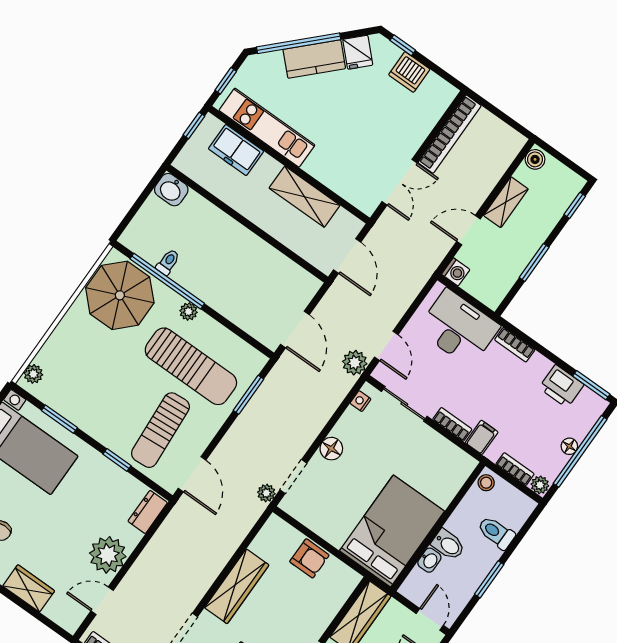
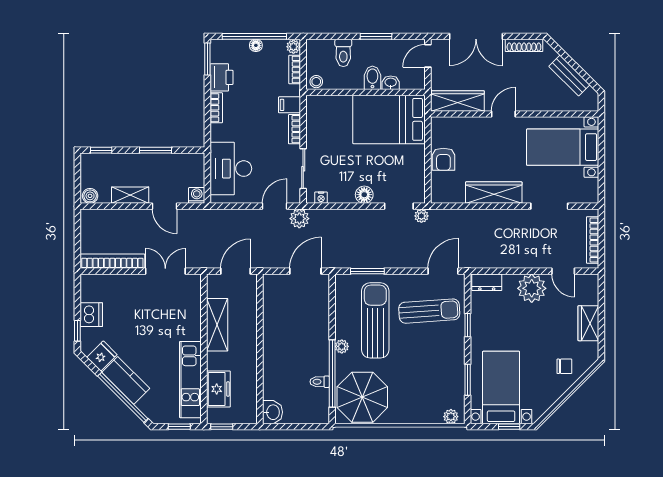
bookcase: (515, 345) -> (216, 108), moved
armchair: (309, 558) -> (443, 159), turned 180

